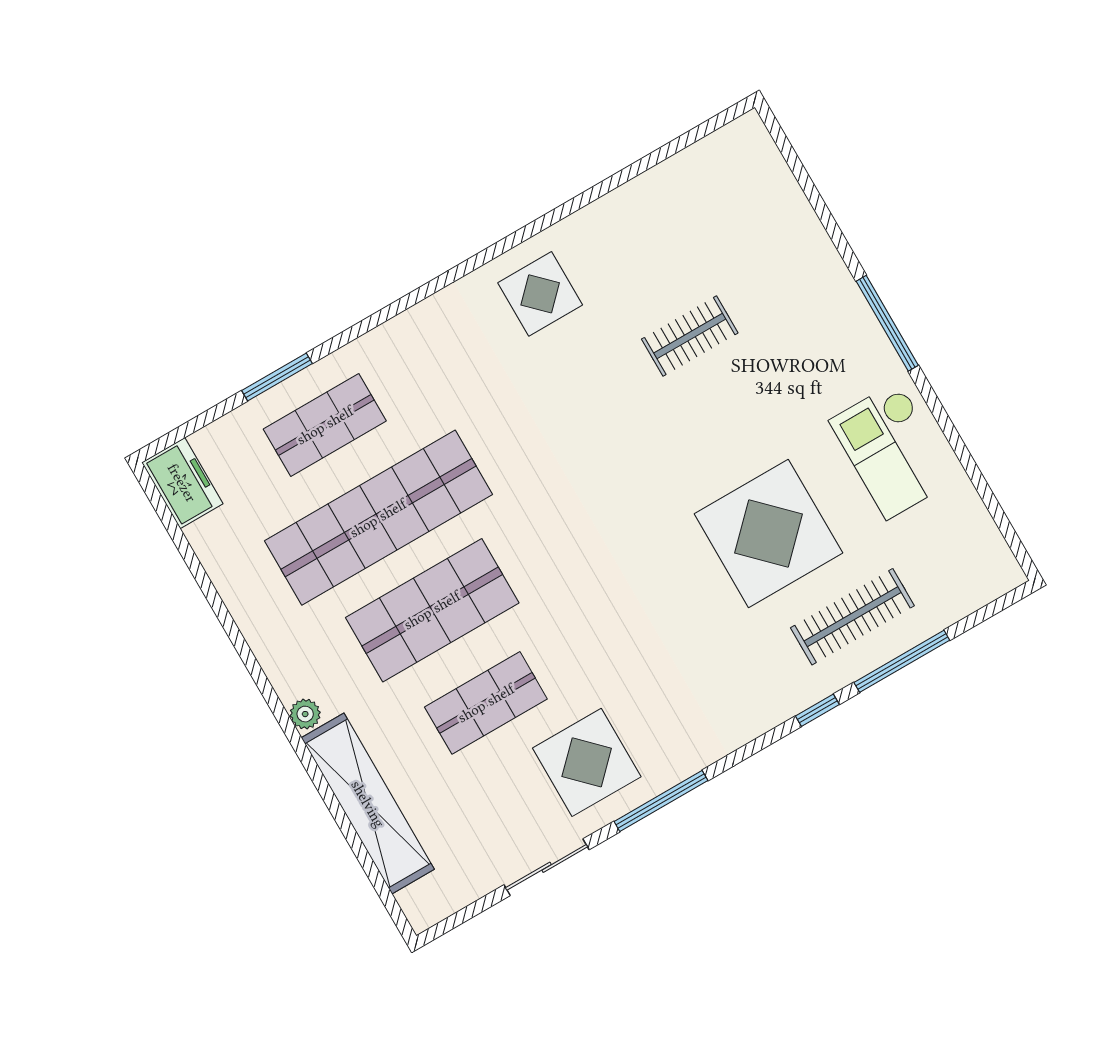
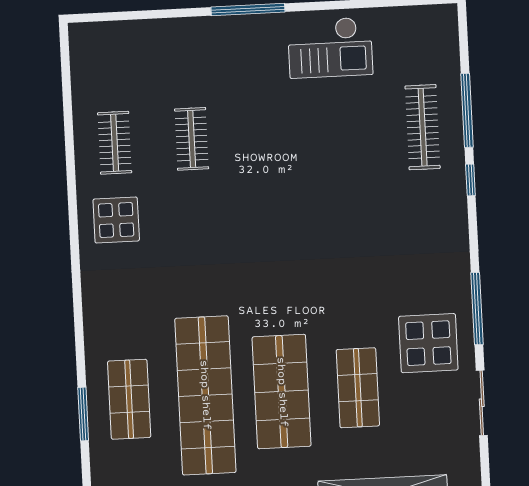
clothes rail: (635, 242) -> (115, 143), added
display table: (768, 533) -> (342, 153), removed

